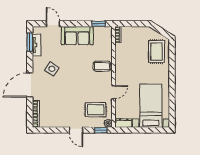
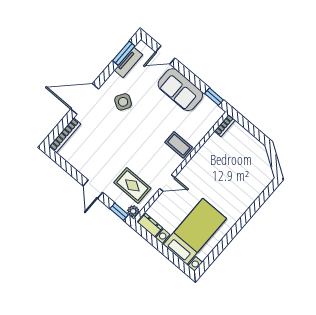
door: (53, 24) -> (165, 55), swing flipped
rug: (157, 52) -> (250, 179), removed

